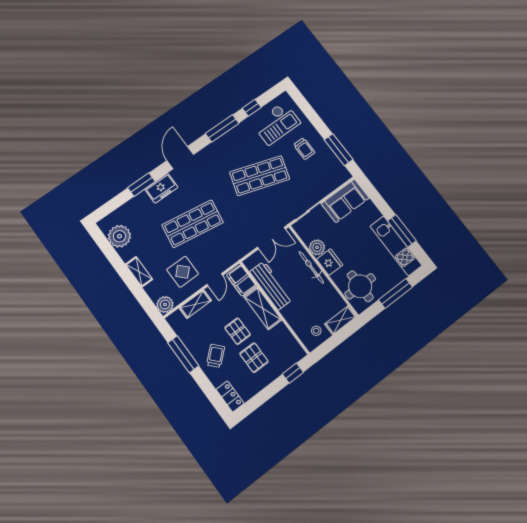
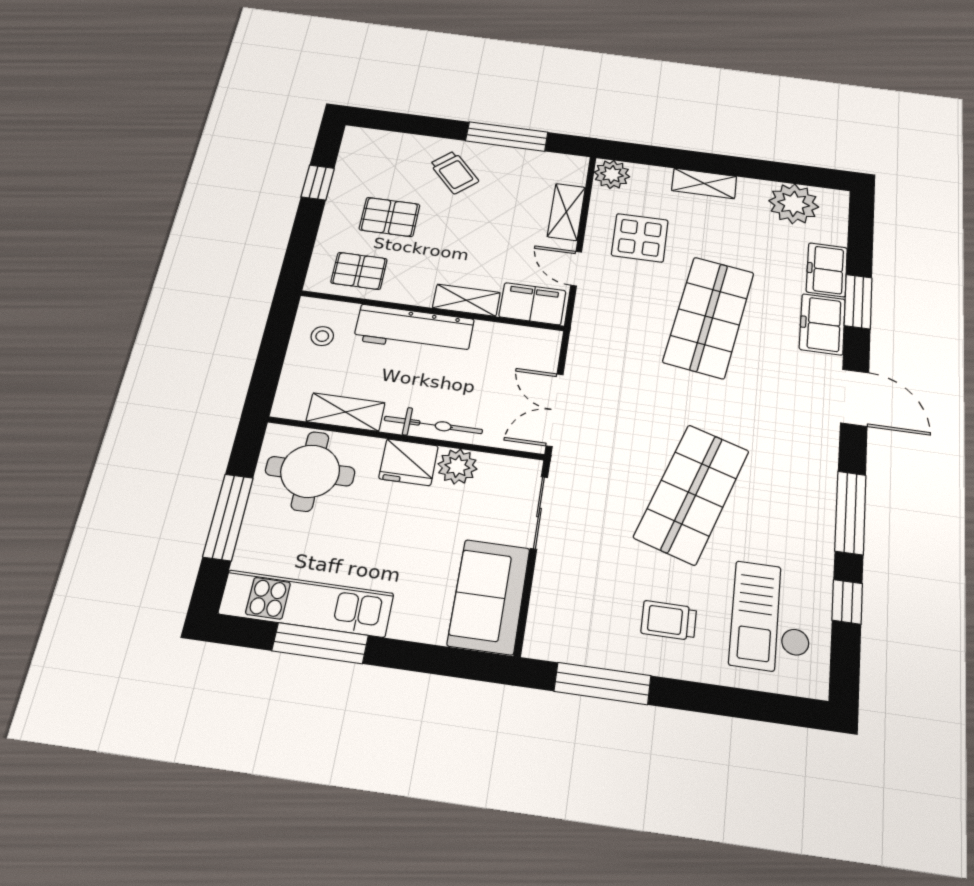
freezer: (138, 204) -> (827, 270), added
workbench: (271, 286) -> (414, 330), moved
shelving: (263, 308) -> (466, 300), width x0.67, depth x0.75
shelving: (341, 320) -> (346, 412), moved, turned 90
pallet: (238, 331) -> (359, 271), moved
window: (293, 373) -> (318, 183), moved
locker: (230, 396) -> (372, 141), removed

